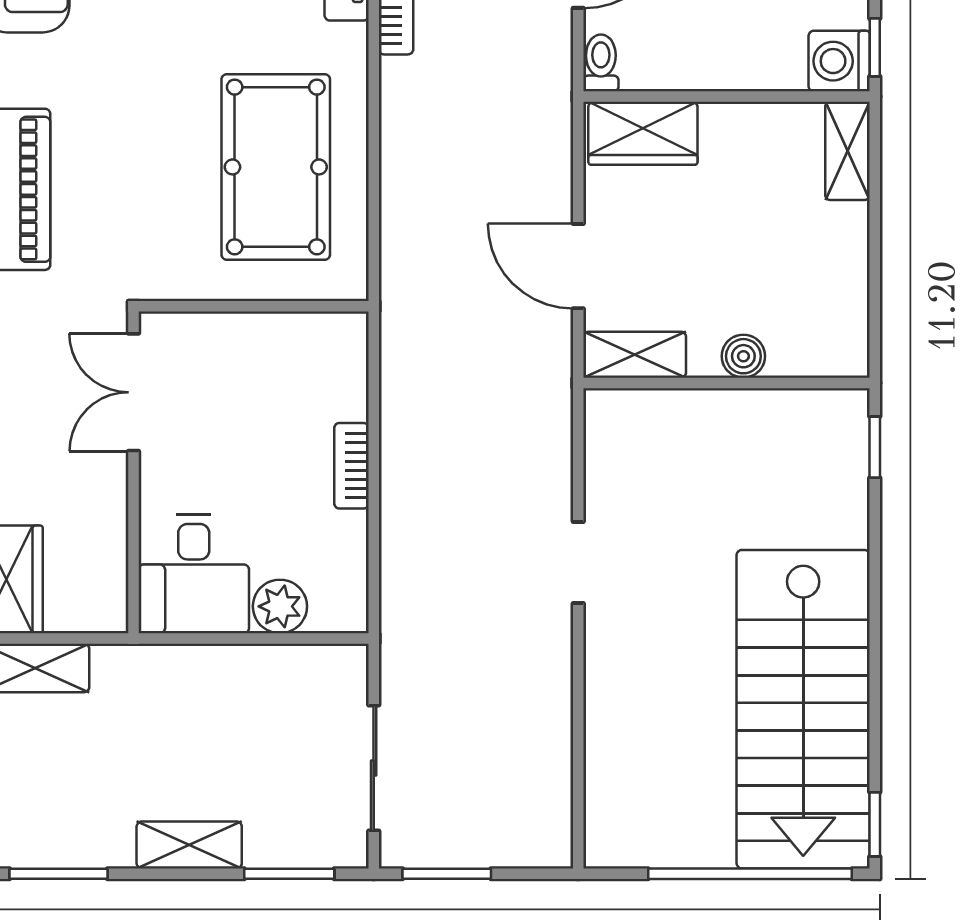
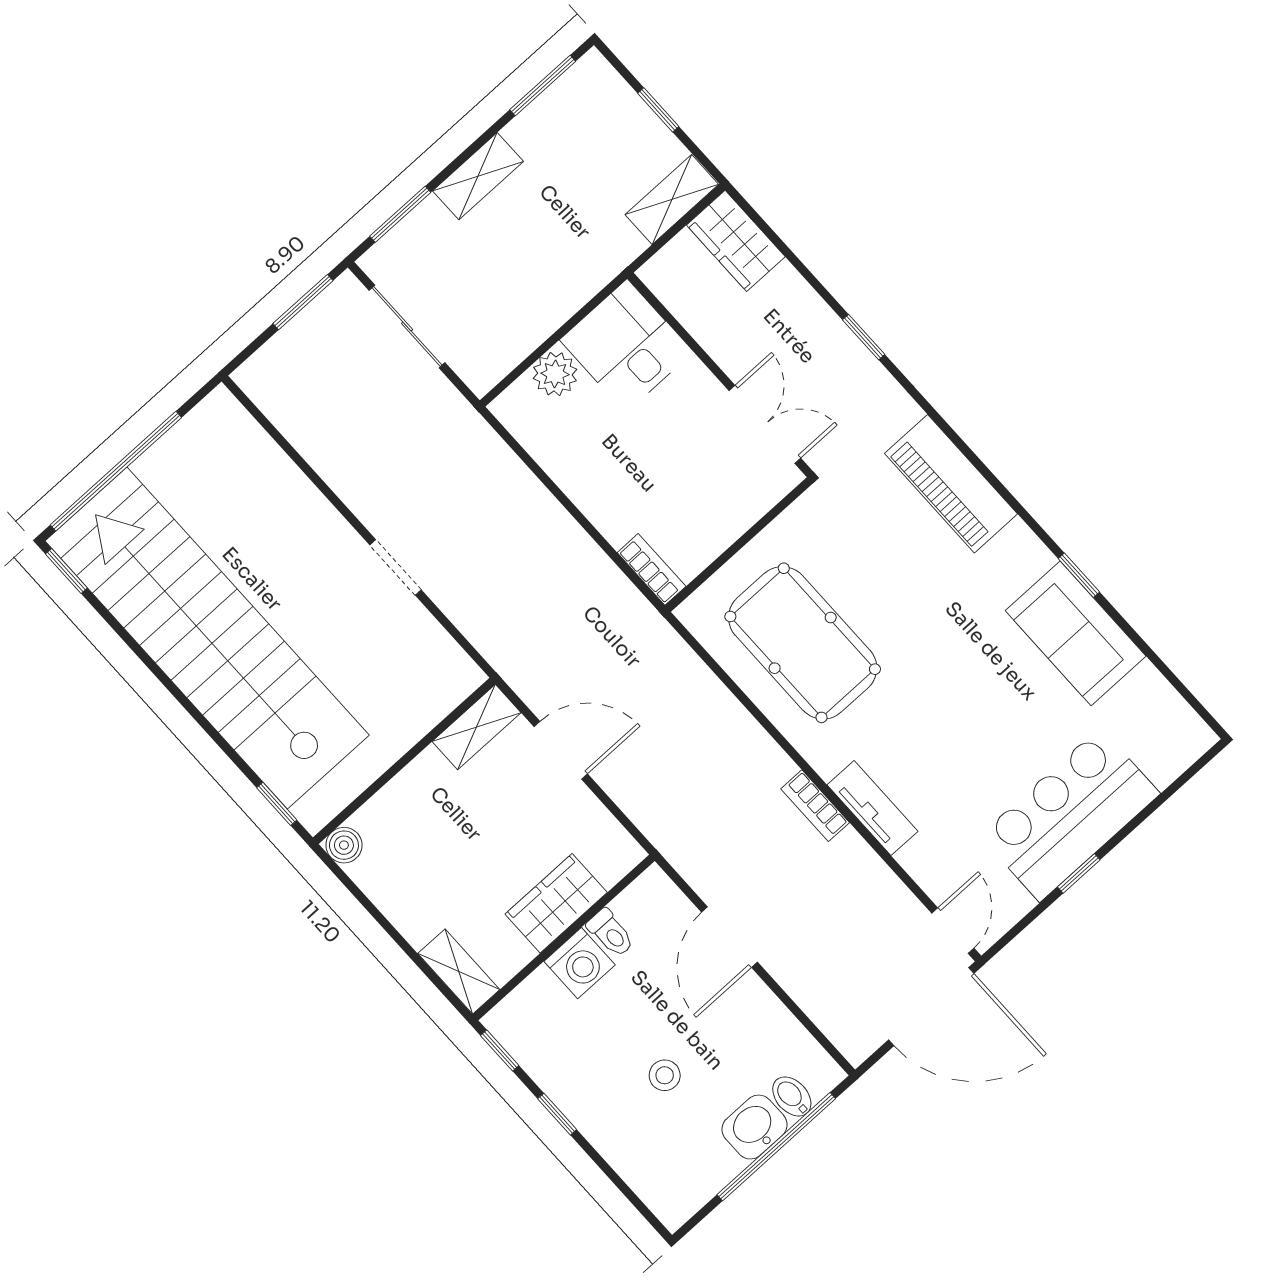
washing machine: (839, 61) -> (580, 963), moved, turned 90
toilet: (601, 63) -> (611, 933), moved
wardrobe: (643, 133) -> (556, 903), moved
boiler: (743, 356) -> (344, 845), moved
bookcase: (351, 466) -> (652, 569), moved
stairs: (803, 709) -> (207, 638), width x1.36

